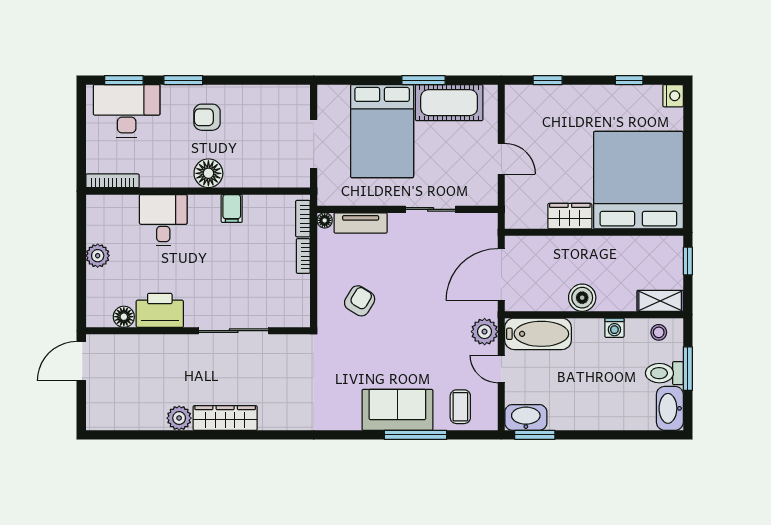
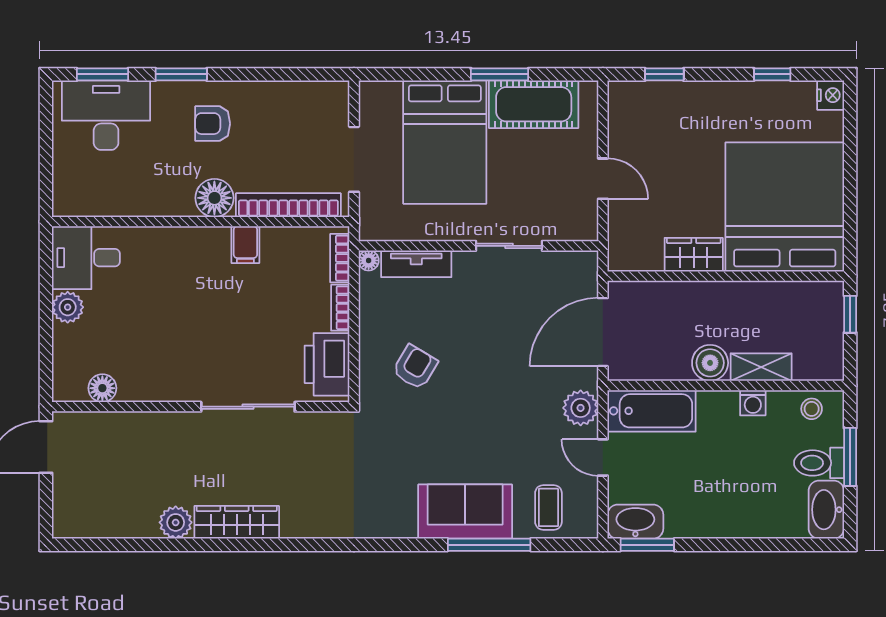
bookcase: (113, 181) -> (288, 205), moved, width x1.48, depth x1.31
desk: (163, 220) -> (86, 258), moved, turned -90
shelving: (660, 301) -> (761, 367), moved
printer: (160, 310) -> (327, 364), moved, turned -90

